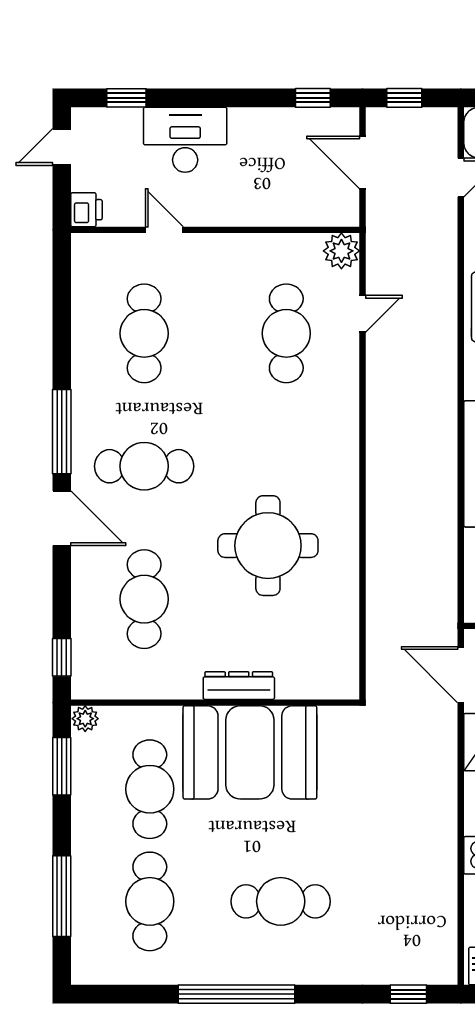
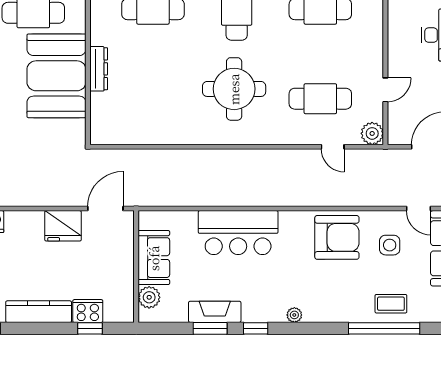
door: (164, 230) -> (385, 90), moved
round table: (268, 546) -> (234, 89), moved

